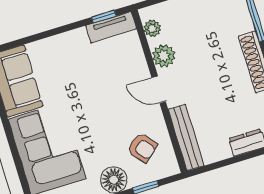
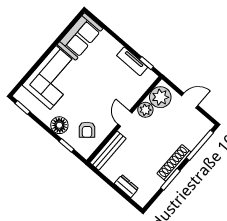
tv unit: (111, 27) -> (132, 61), moved
plant: (152, 28) -> (160, 97), width x1.88, depth x1.88

